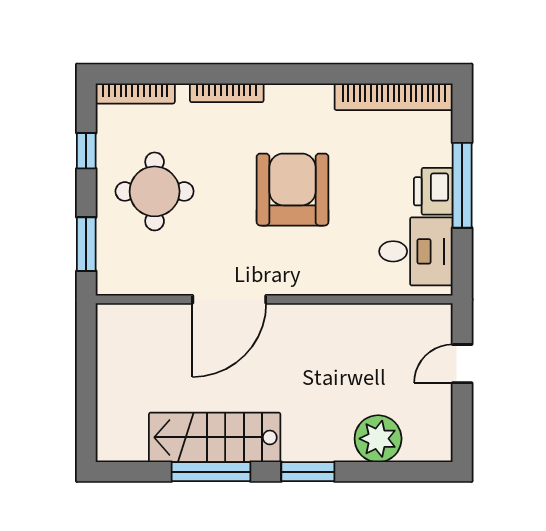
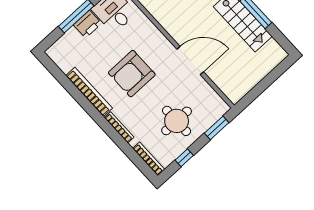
bookcase: (394, 97) -> (89, 92), moved

